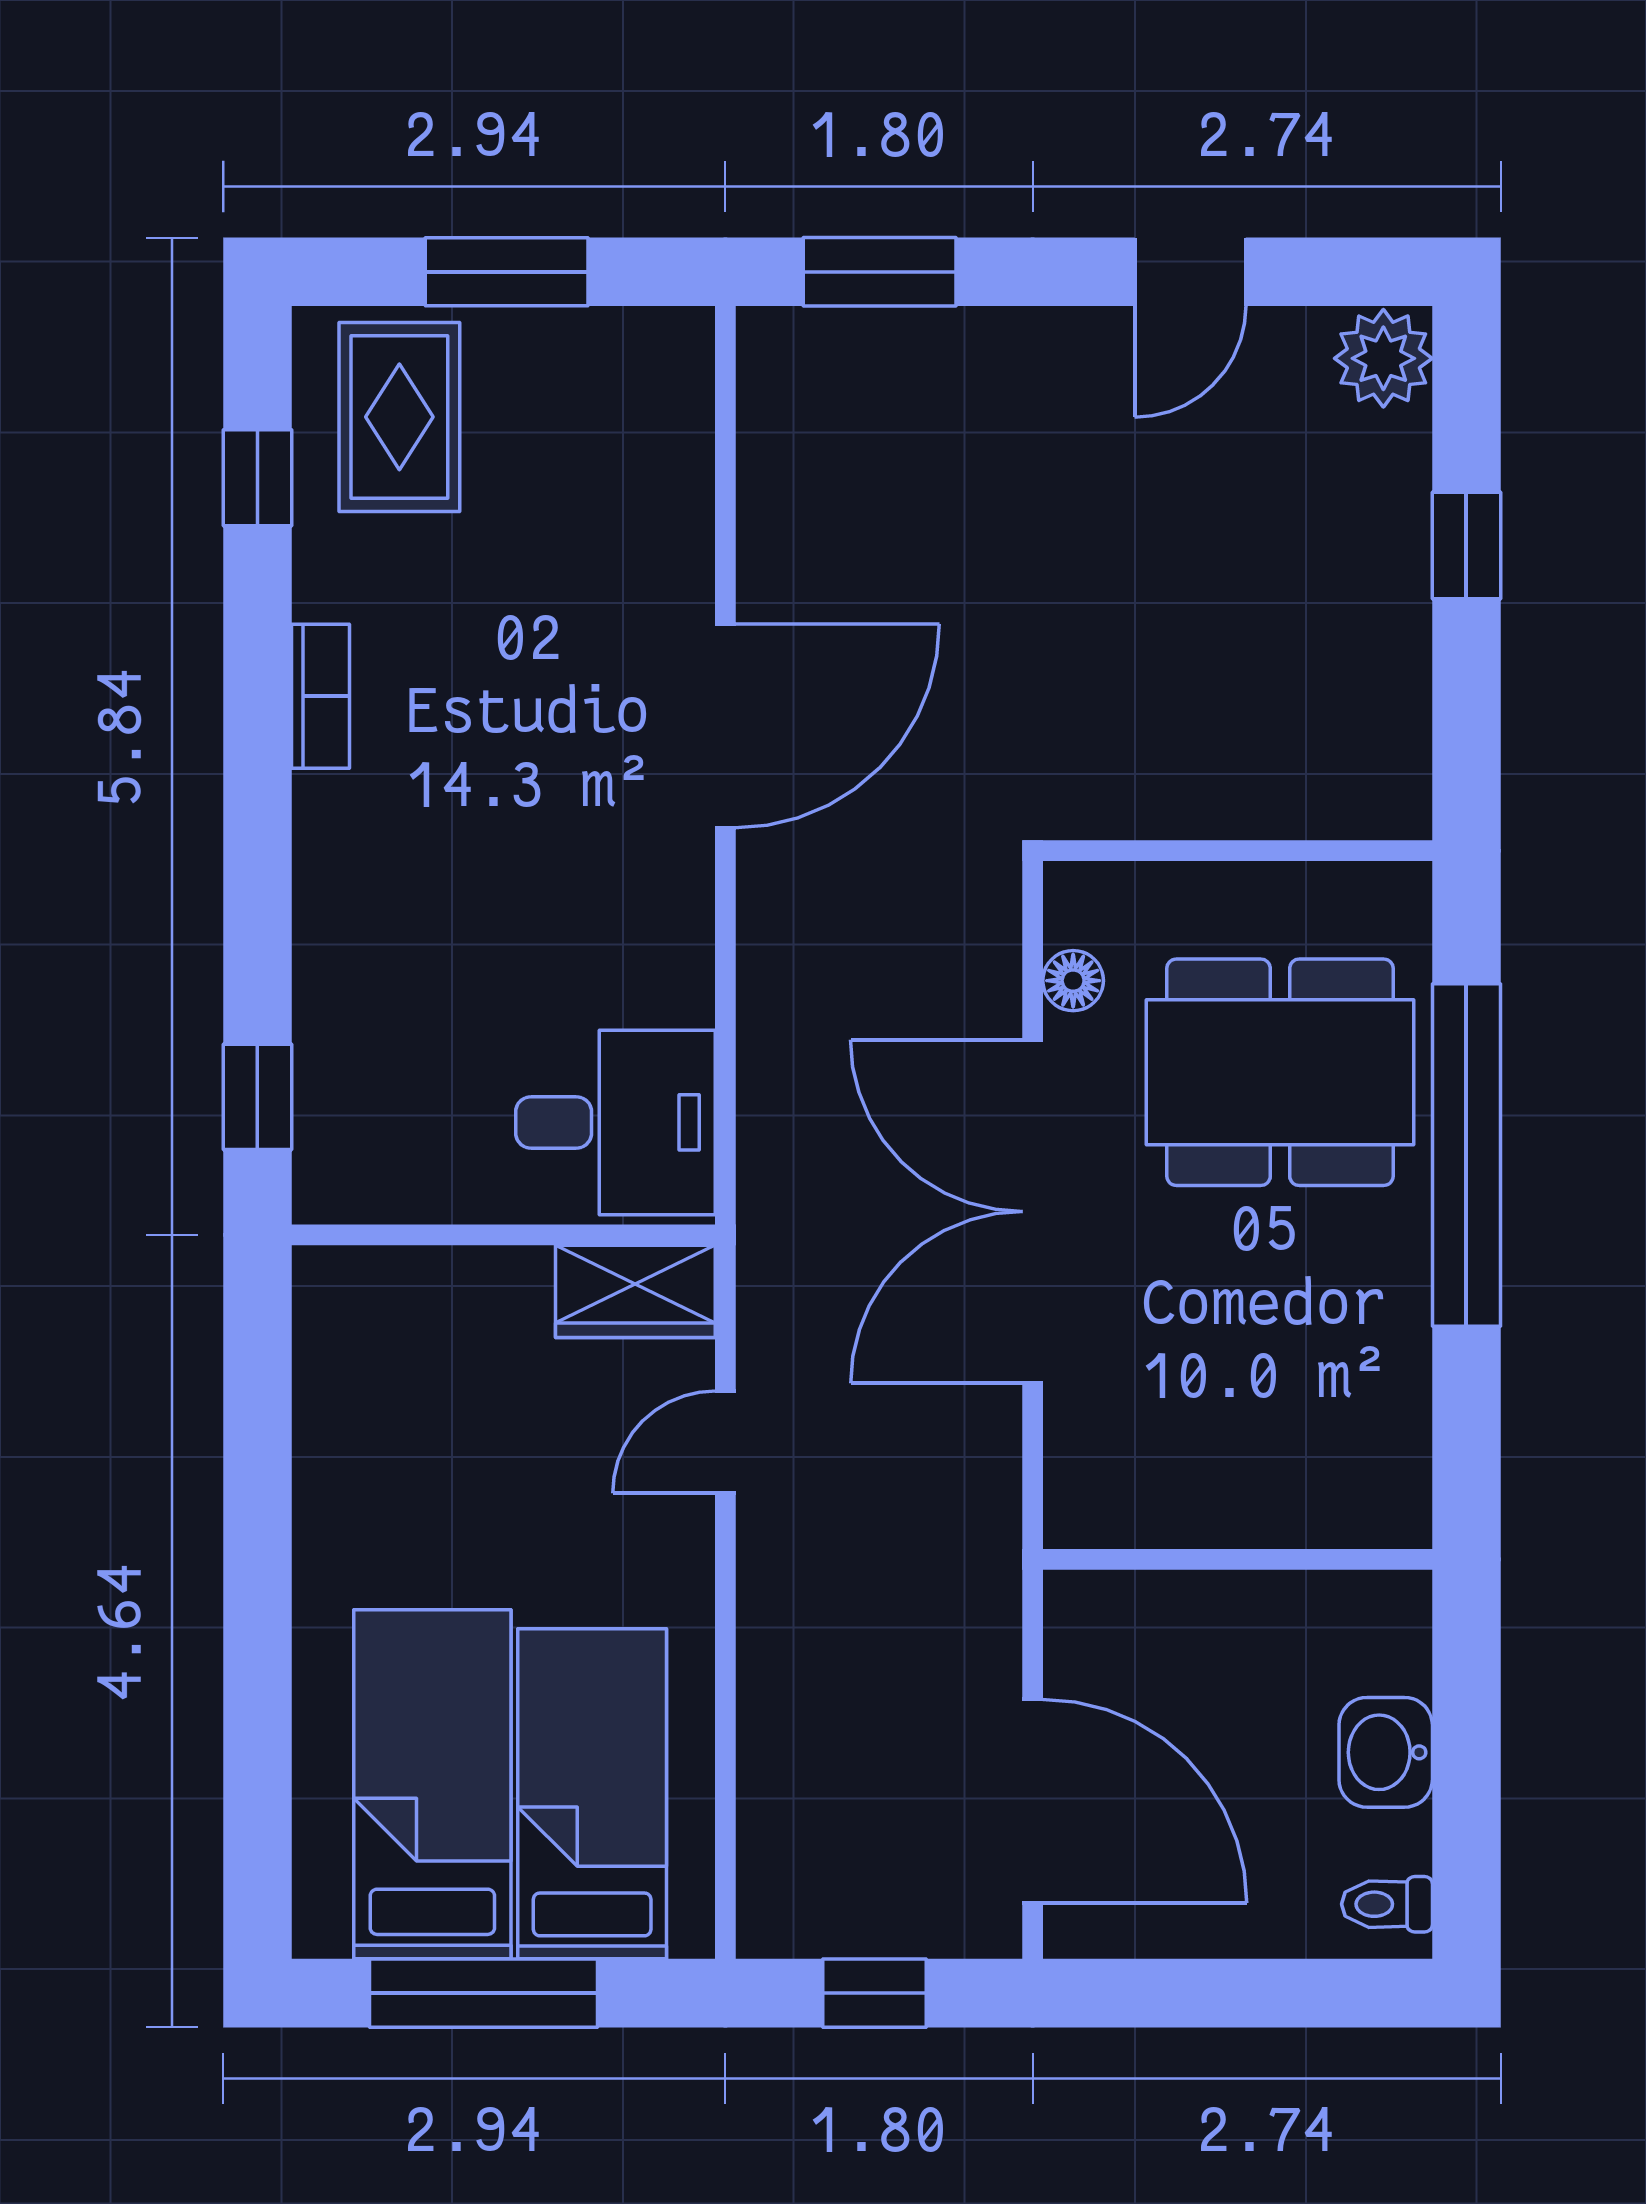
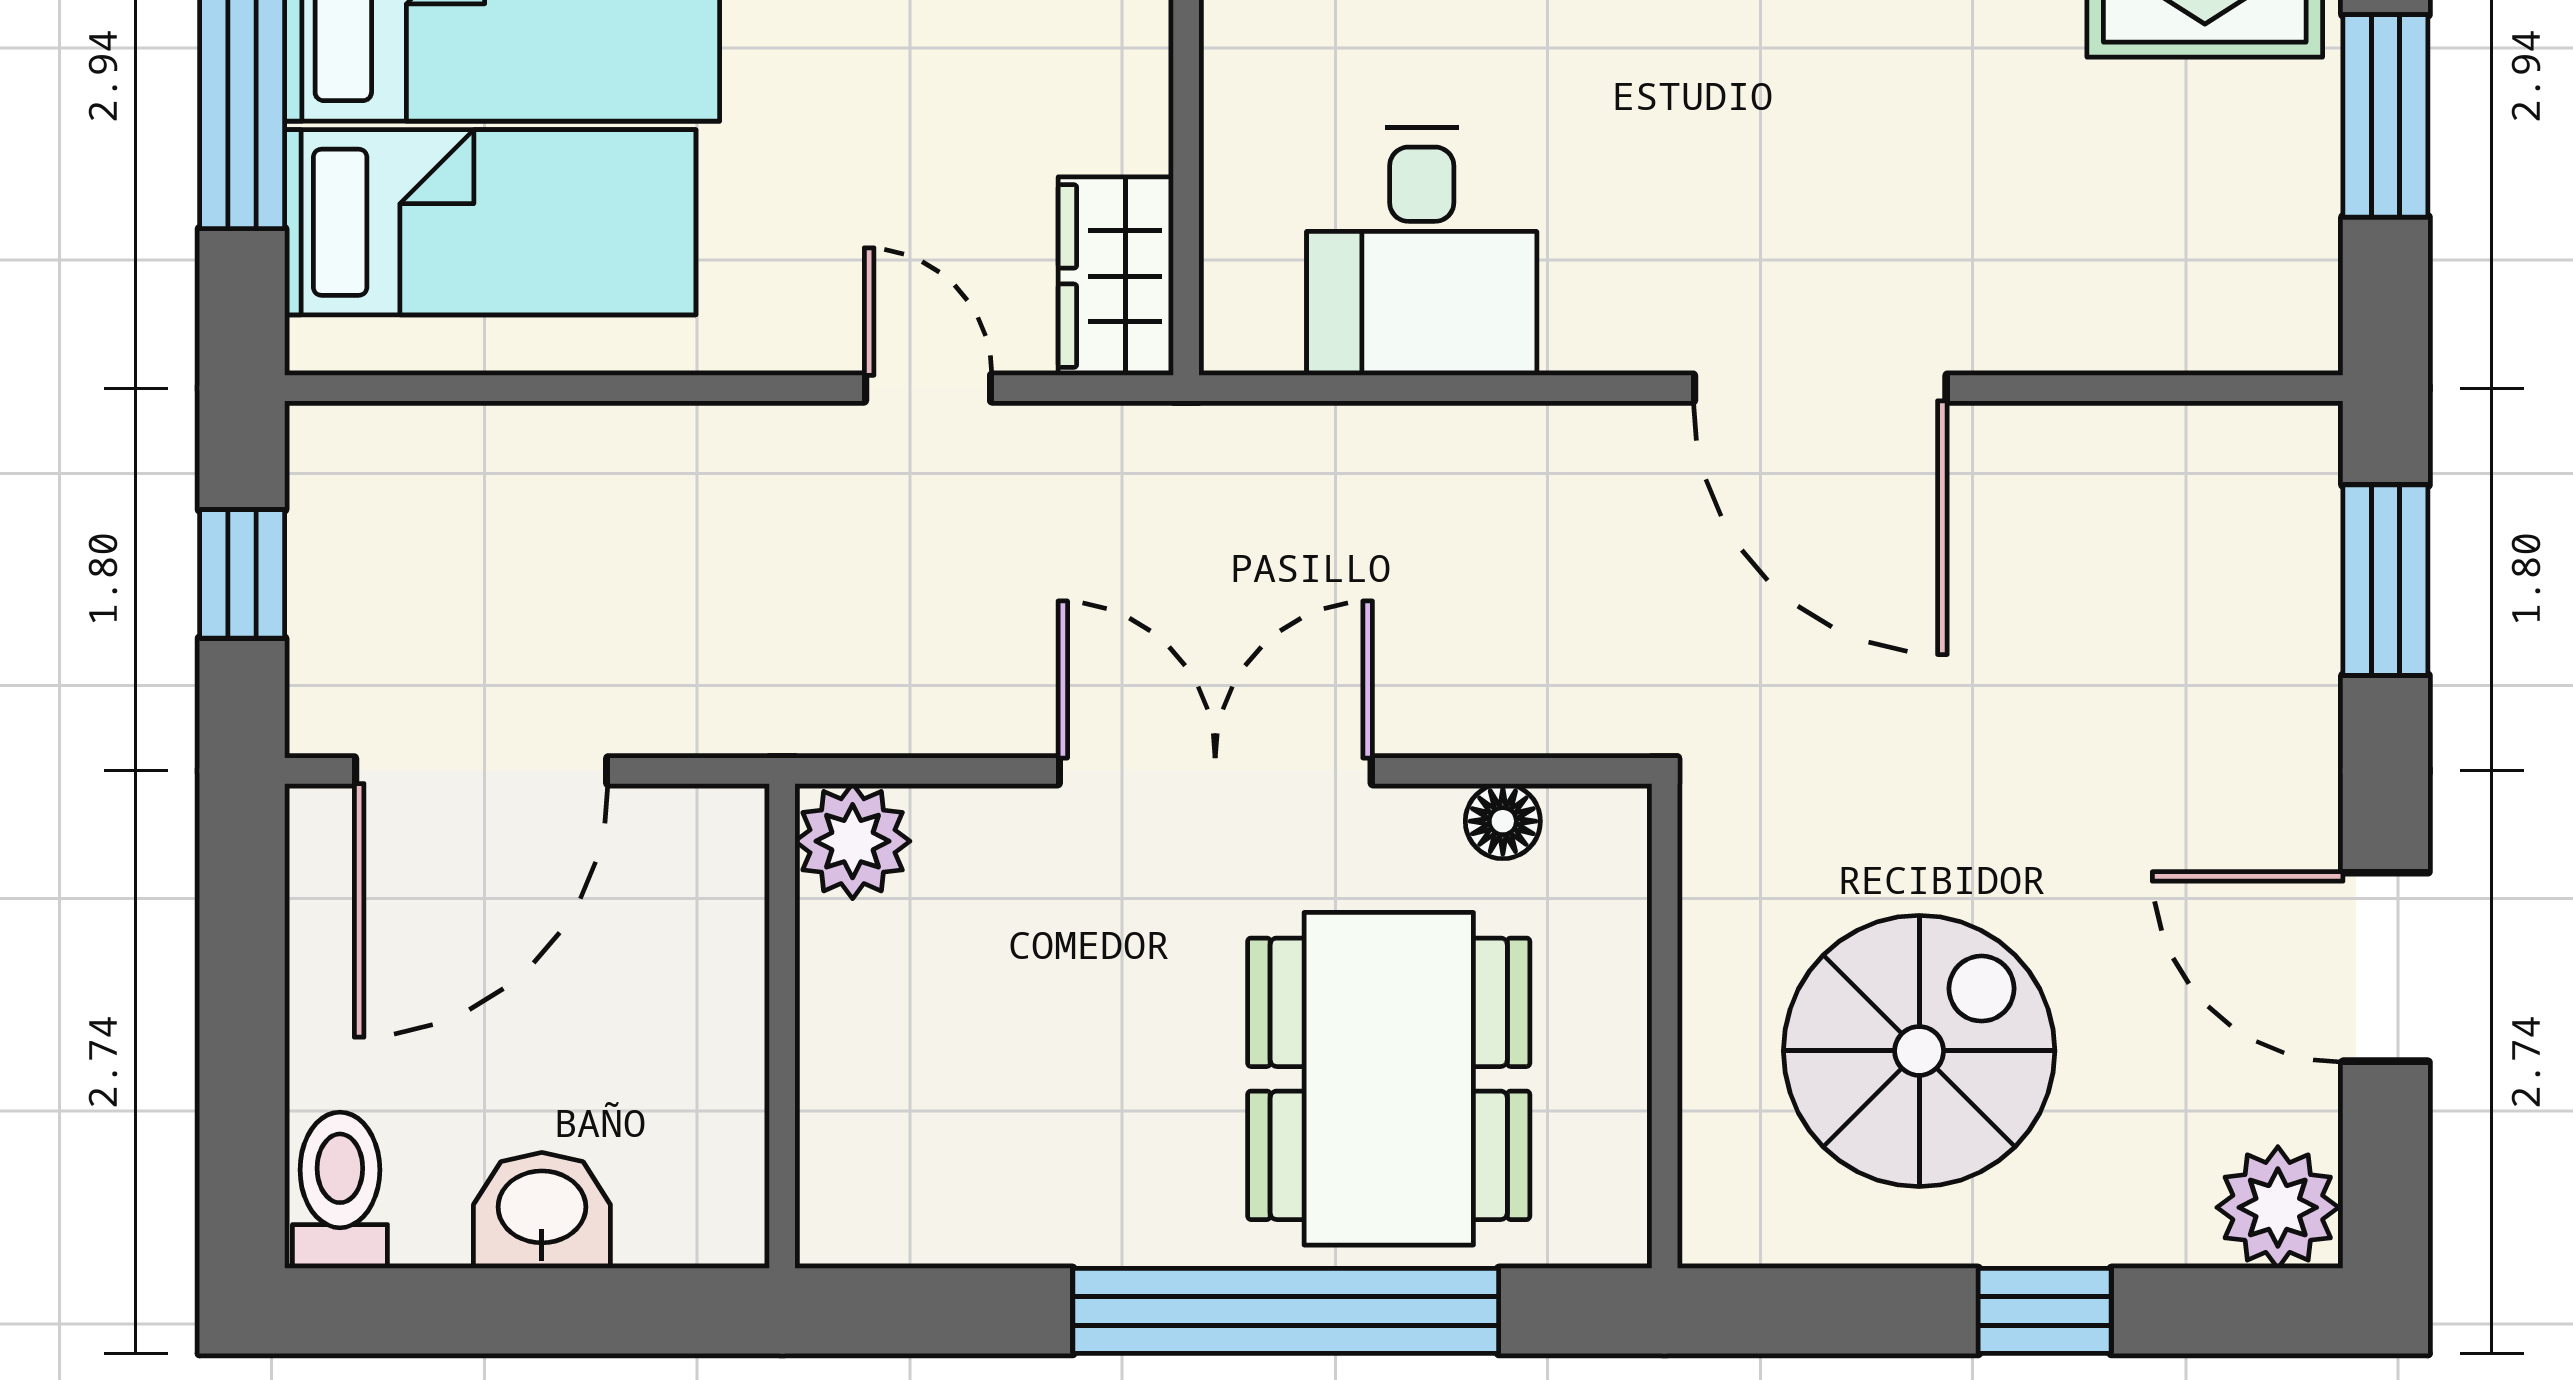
door: (1190, 272) -> (2385, 967), width x1.38
spiral stairs: (1258, 646) -> (1919, 1051), added
desk: (615, 1122) -> (1422, 251), moved
double door: (1033, 1212) -> (1215, 771), width x0.73
plant: (1089, 1503) -> (853, 841), added
toilet: (1387, 1904) -> (340, 1190), width x1.37, depth x1.39

